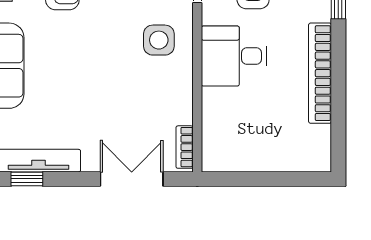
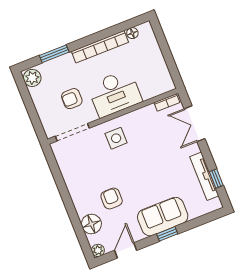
desk: (234, 56) -> (115, 93), width x1.37
floor lamp: (322, 136) -> (132, 33), added

